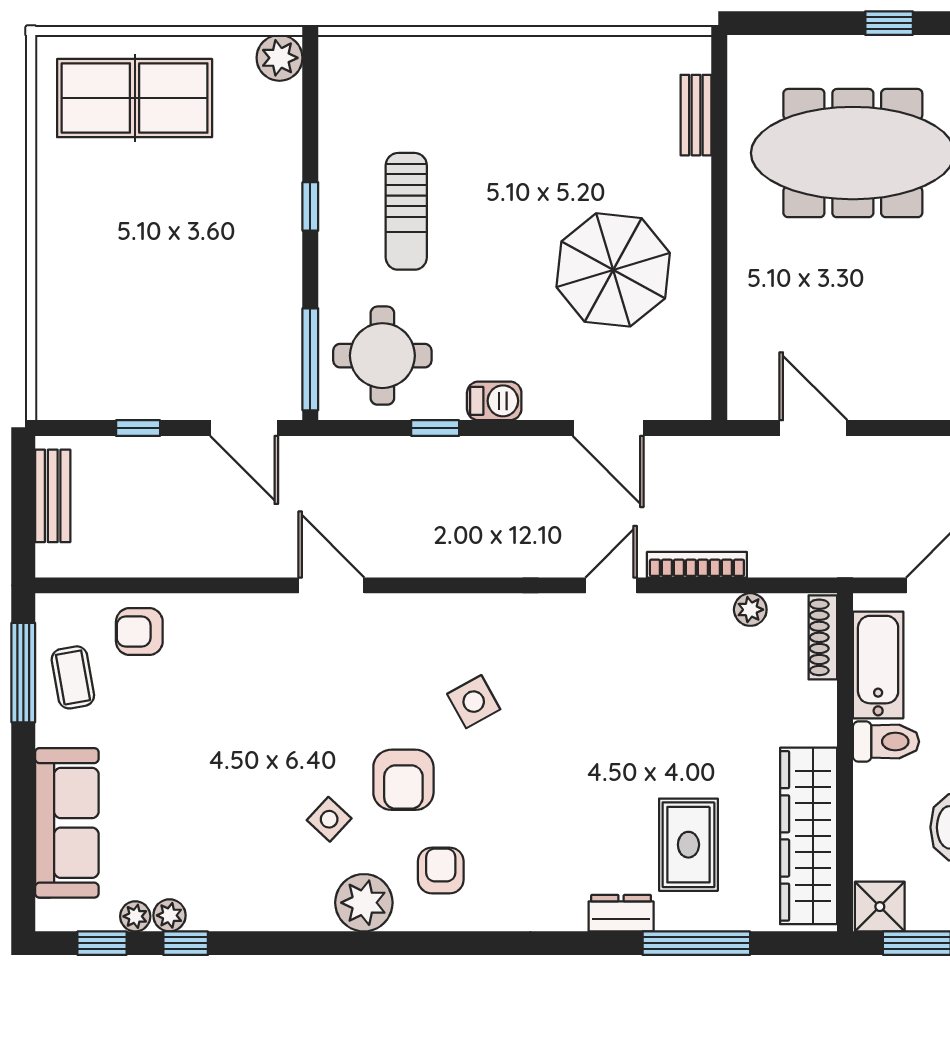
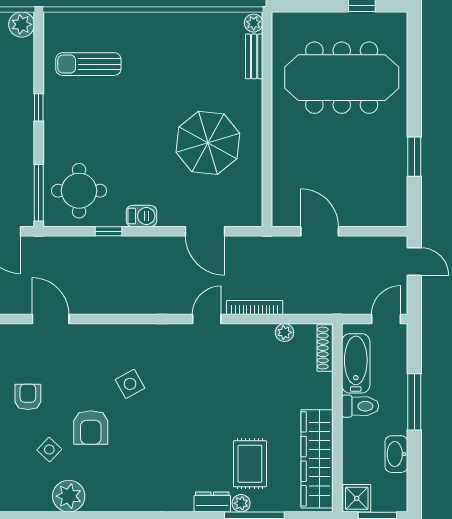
plant: (695, 55) -> (254, 23), added
sun lounger: (406, 211) -> (88, 64), moved, turned 90
armchair: (441, 870) -> (28, 397), moved
plant: (673, 915) -> (241, 503), added

